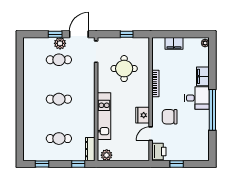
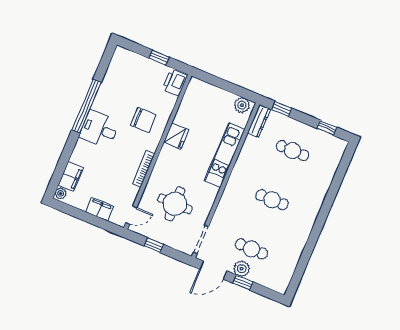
filing cabinet: (203, 76) -> (71, 177), moved
door: (151, 134) -> (131, 215), moved

